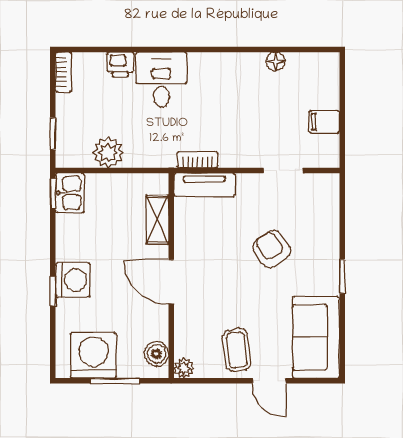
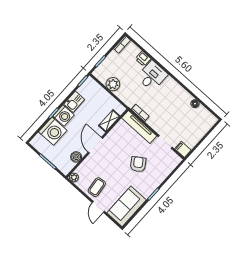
filing cabinet: (324, 122) -> (183, 149), moved
tv unit: (204, 185) -> (139, 127), width x1.41
kitchen sink: (70, 193) -> (74, 102), moved
boiler: (157, 354) -> (76, 157), moved
washing machine: (93, 355) -> (53, 131), moved, turned 90

